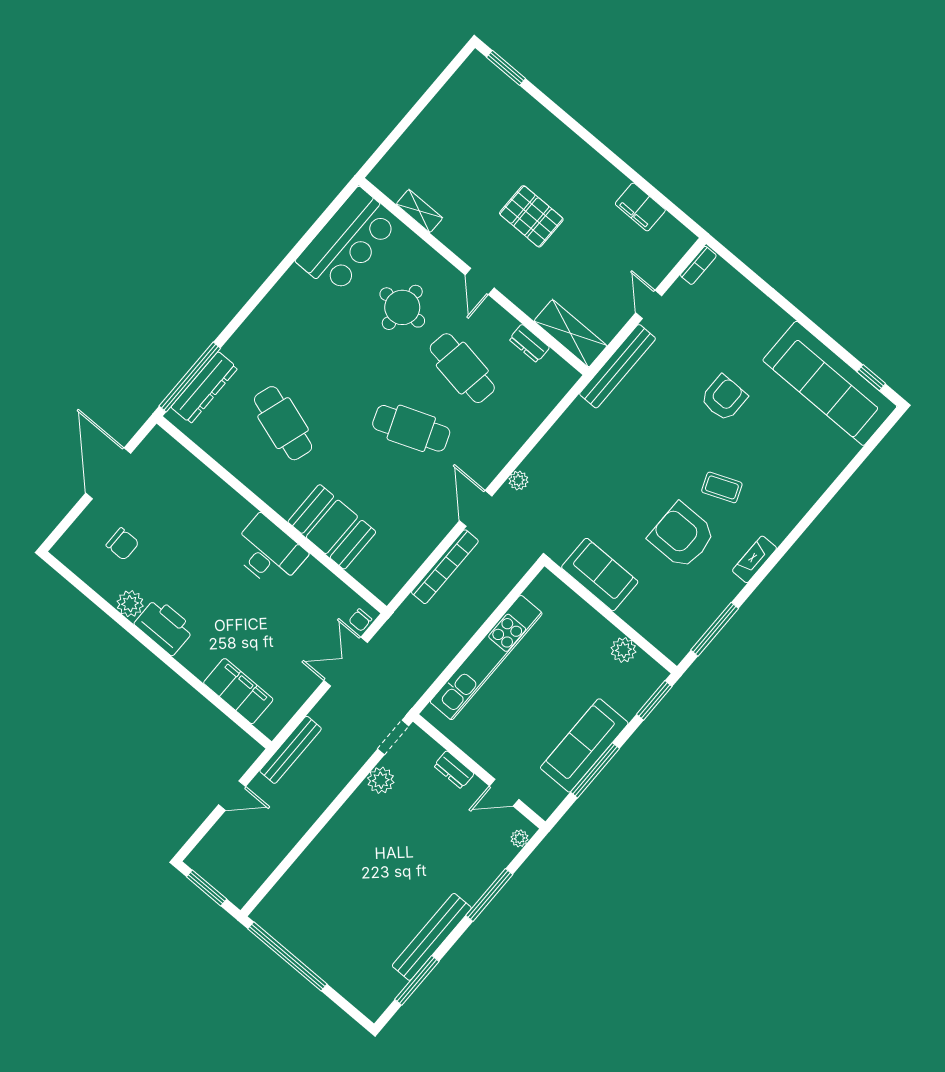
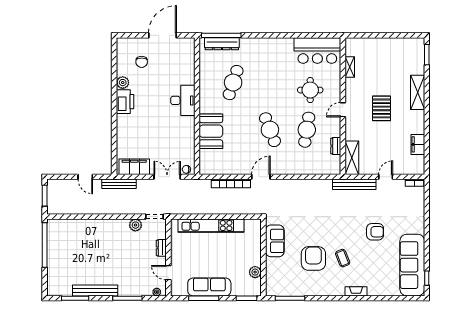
shelving: (555, 135) -> (418, 92), added
plant: (518, 480) -> (284, 184), removed
desk: (268, 552) -> (183, 100), moved
fireplace: (754, 559) -> (356, 291), moved
filing cabinet: (238, 691) -> (134, 167), moved, turned -90

